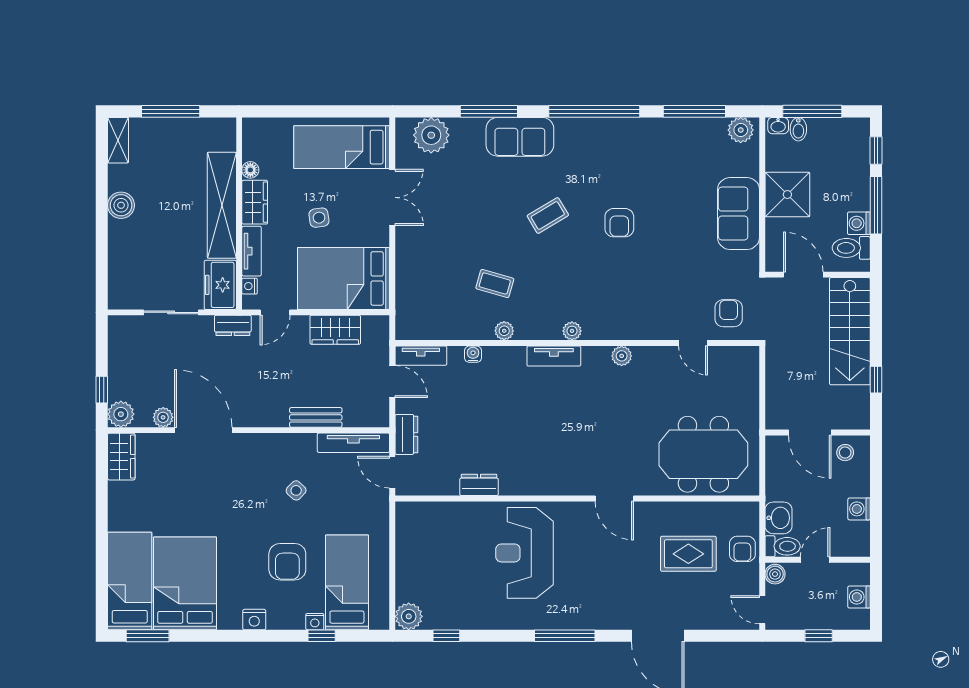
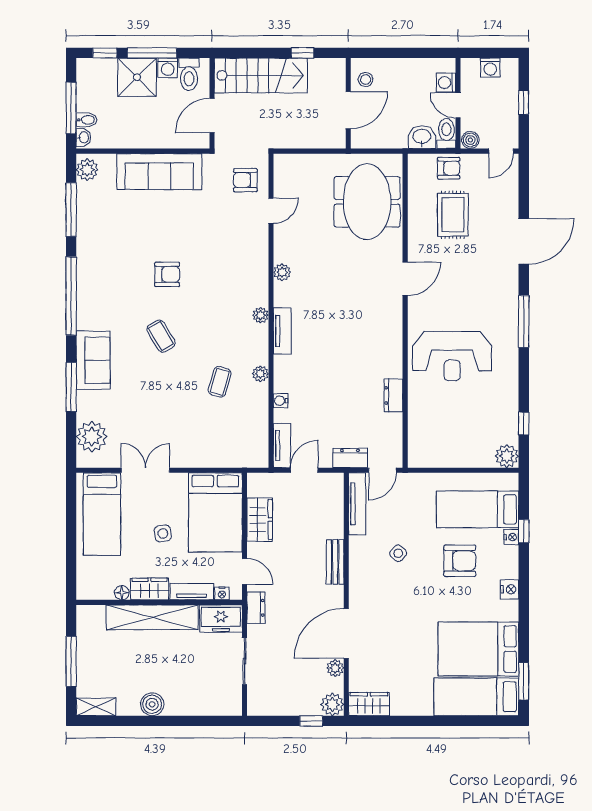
shower: (787, 195) -> (137, 77), moved
sofa: (739, 214) -> (159, 172), width x1.36
bench: (316, 417) -> (335, 562), moved
washing machine: (859, 509) -> (446, 83), moved, turned 90

